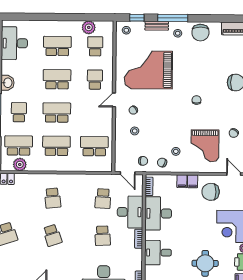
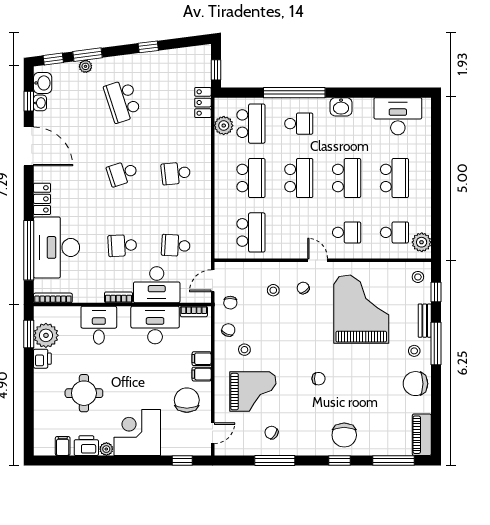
plant: (89, 27) -> (422, 242), moved
grand piano: (205, 146) -> (253, 392), turned 180

